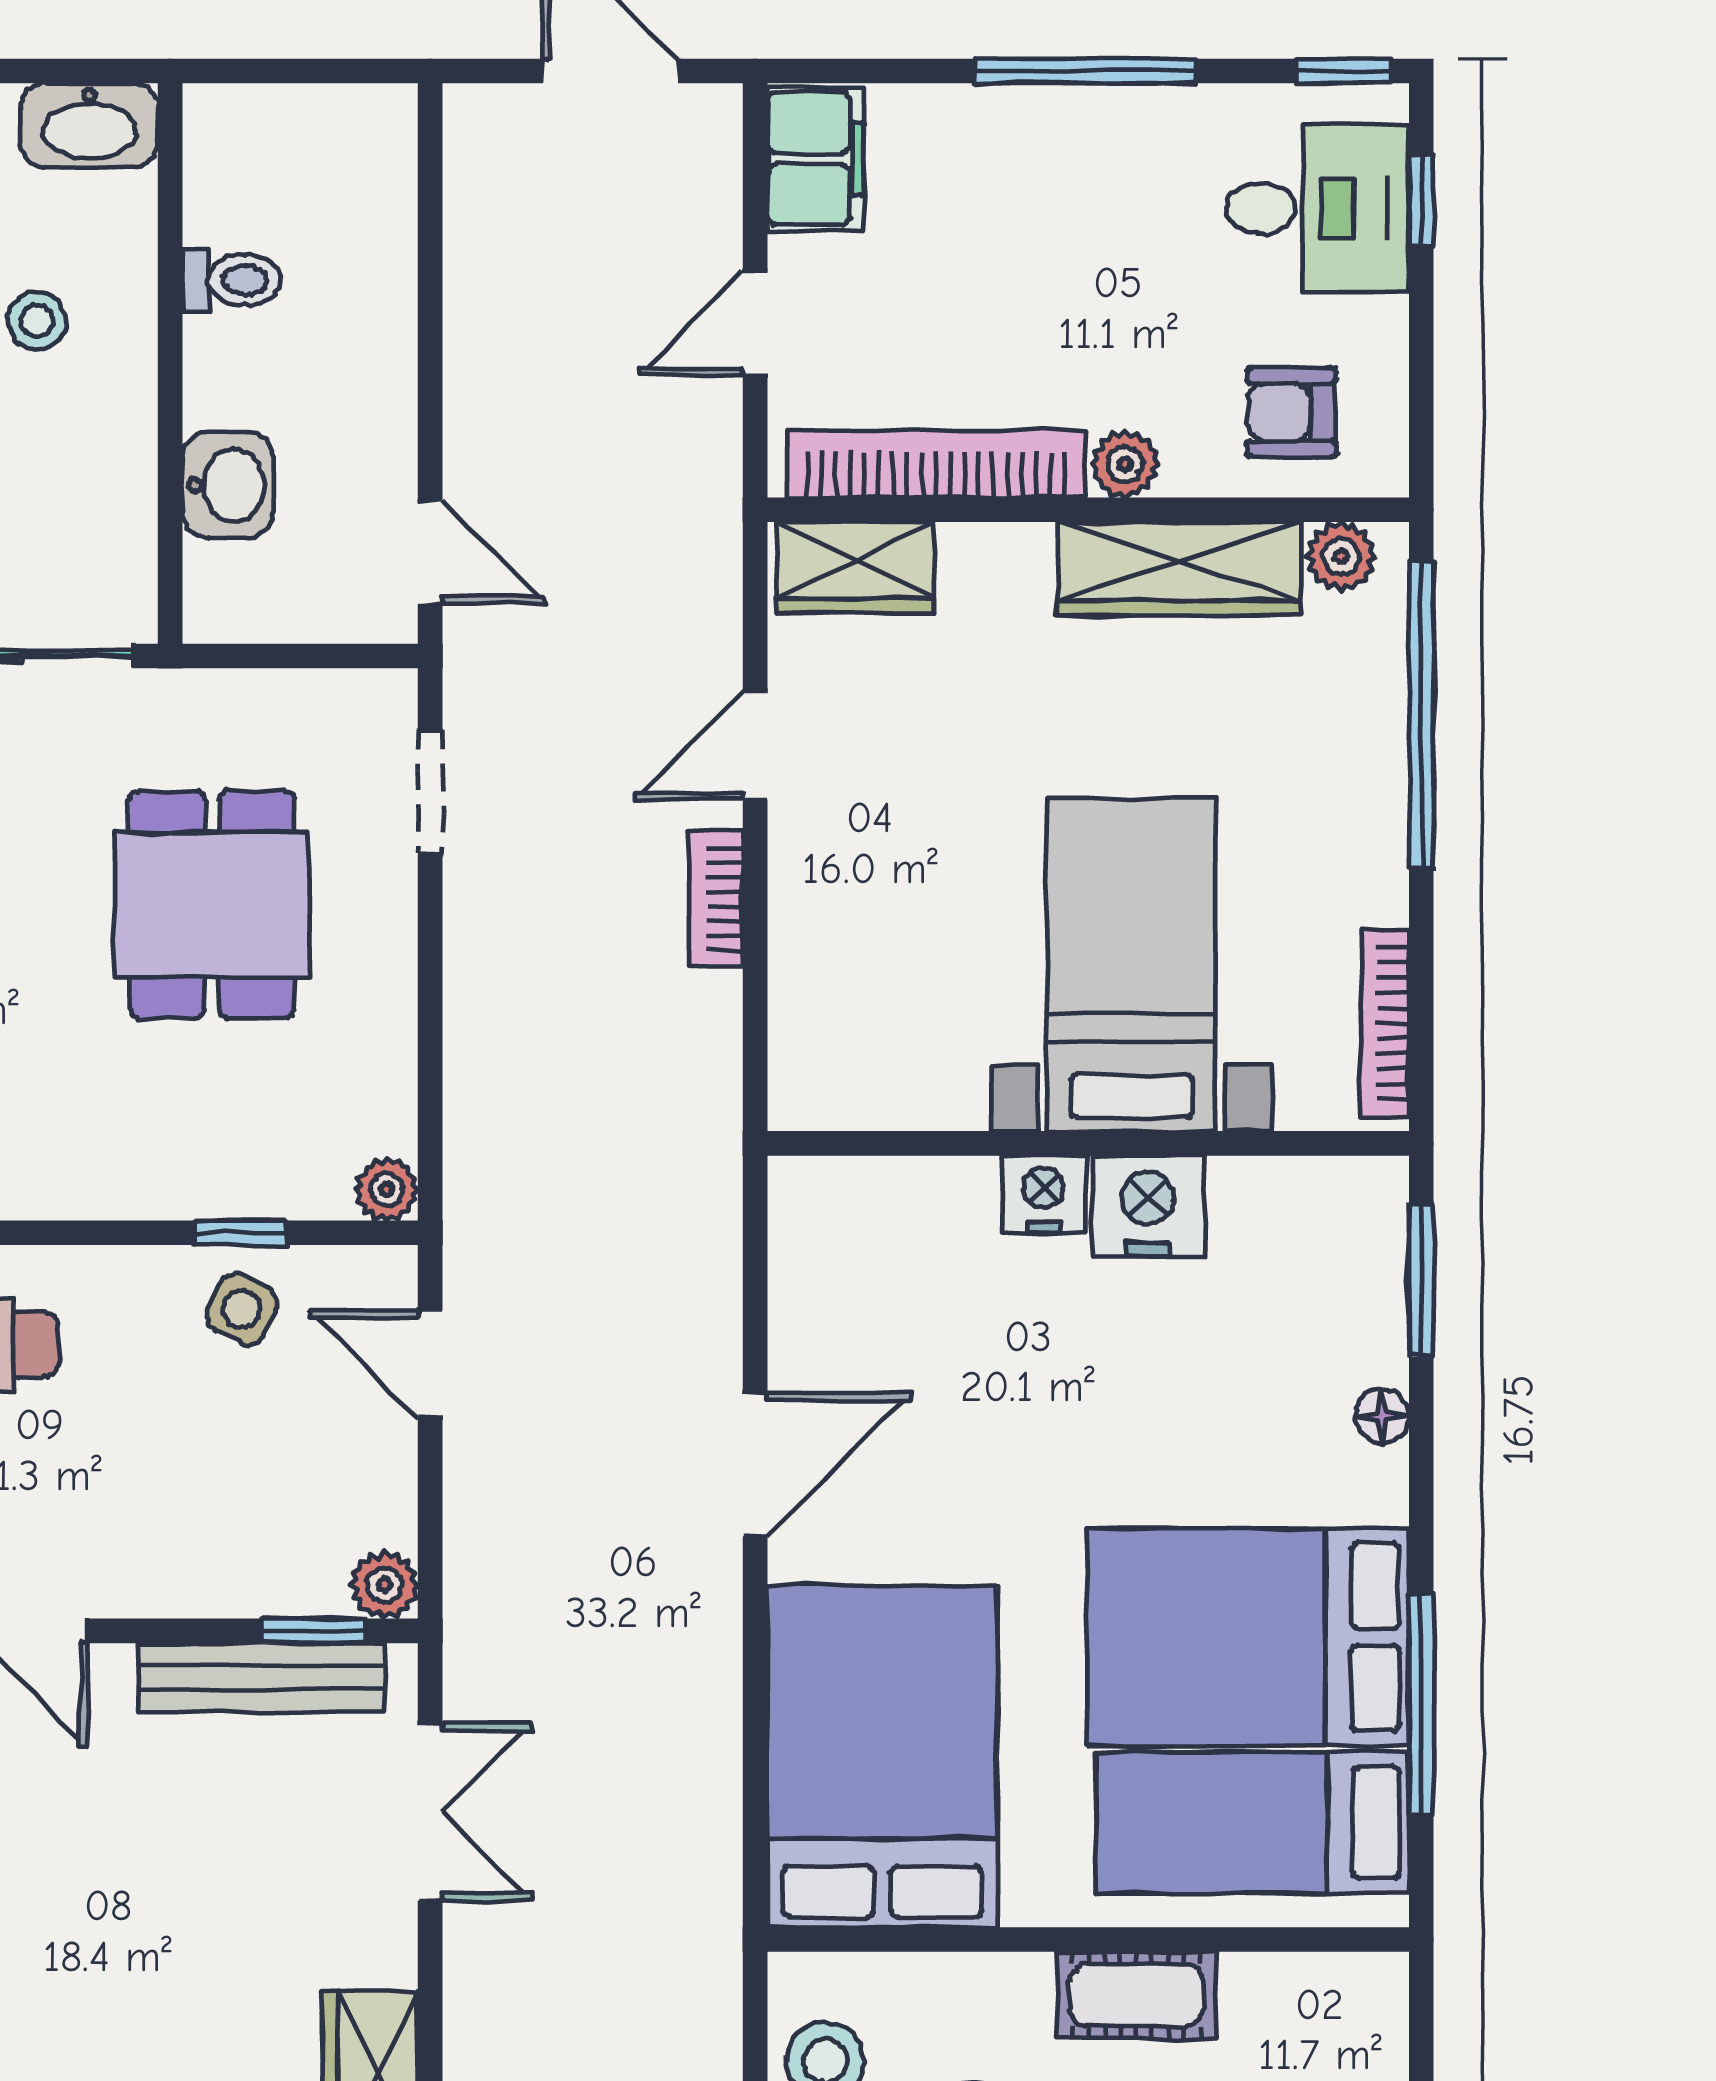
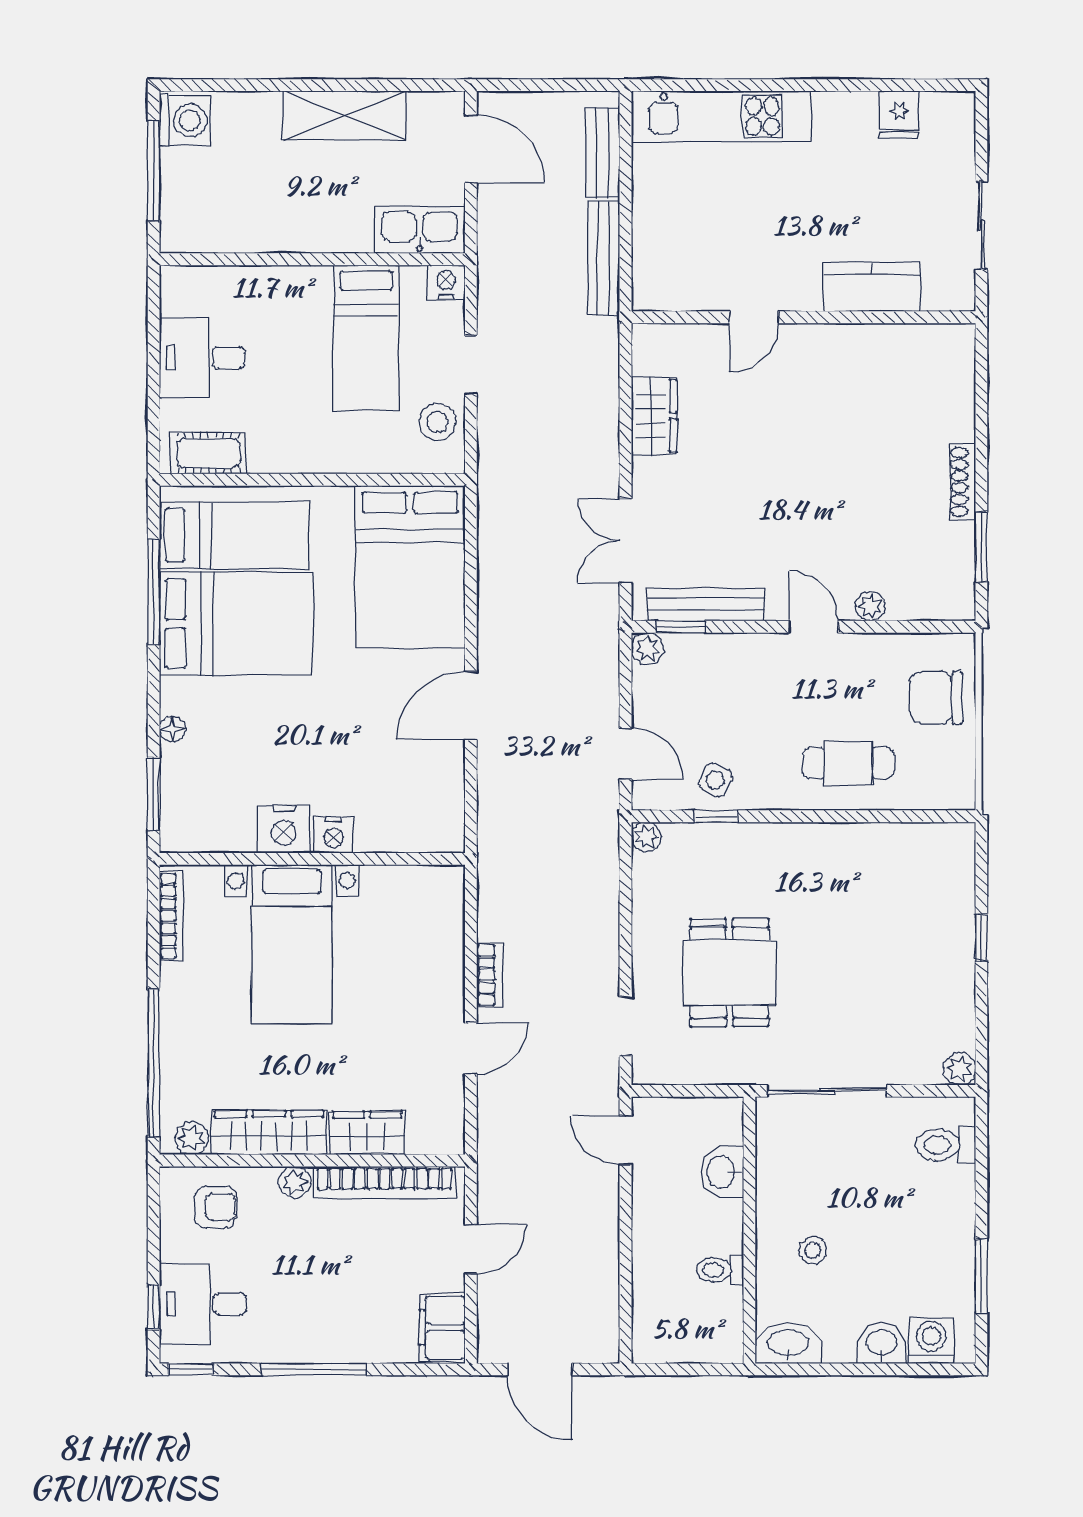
wardrobe: (855, 568) -> (367, 1133), moved
cot: (1136, 1995) -> (208, 453), moved

